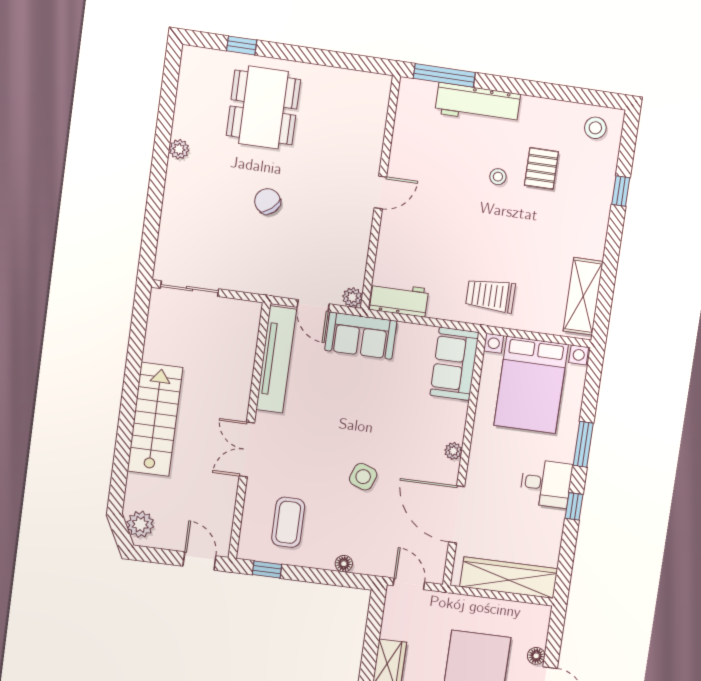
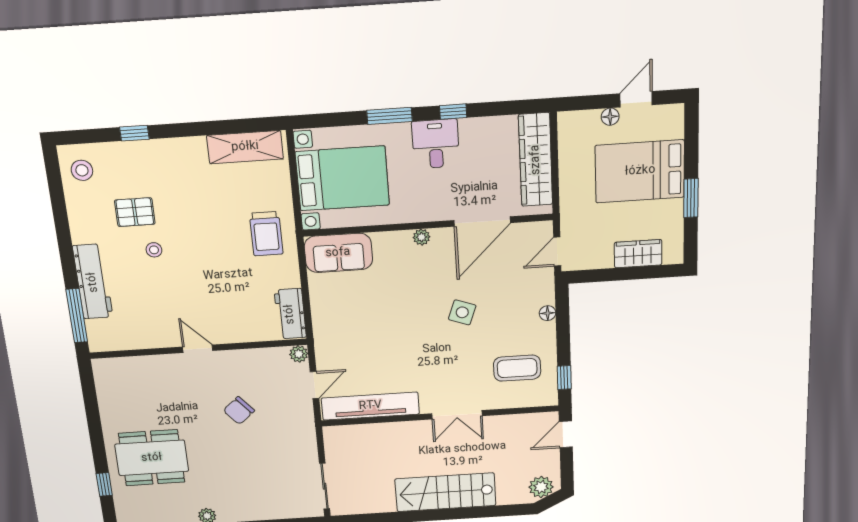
chair: (267, 201) -> (239, 411), moved
sofa: (361, 336) -> (332, 340), removed

